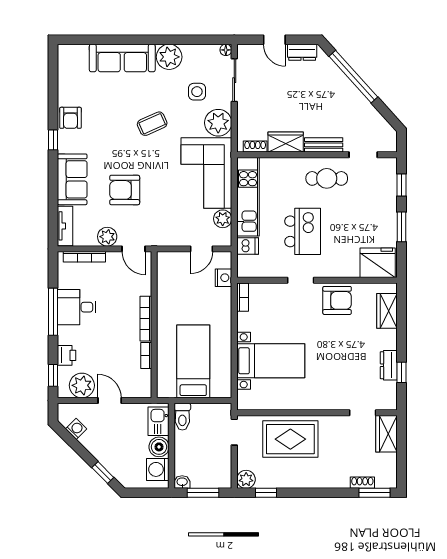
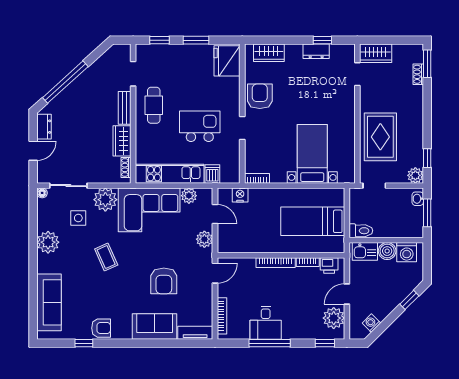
sofa: (122, 58) -> (49, 302), moved
window: (53, 140) -> (84, 343), moved
plant: (107, 237) -> (204, 239), moved
printer: (66, 355) -> (329, 265), moved, turned 180
washbasin: (182, 482) -> (418, 199), moved

